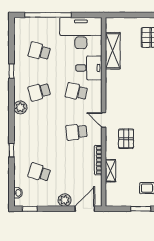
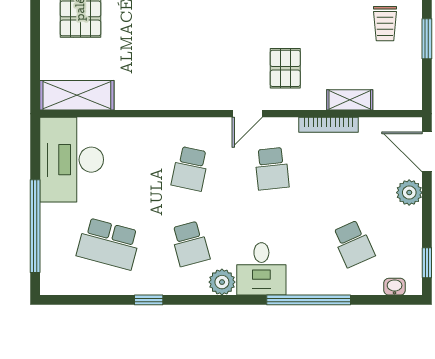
school desk: (39, 51) -> (109, 244), width x1.85
shelving: (113, 51) -> (77, 95), moved
desk: (89, 68) -> (261, 269), moved, turned 180
pallet: (126, 139) -> (285, 68), turned 90
window: (11, 150) -> (309, 300), width x3.17
school desk: (39, 172) -> (353, 244), turned -42

